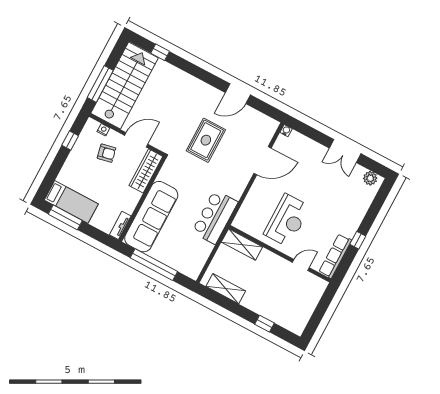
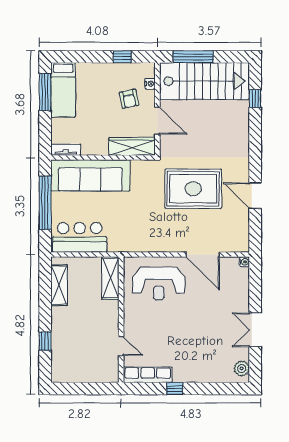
rug: (206, 140) -> (193, 189), width x1.37, depth x1.44
bar counter: (215, 217) -> (80, 237), moved
reception desk: (287, 220) -> (159, 284), moved

